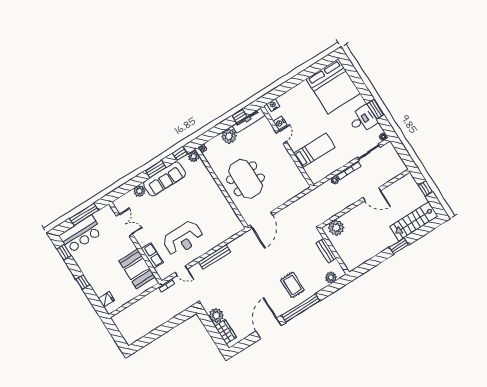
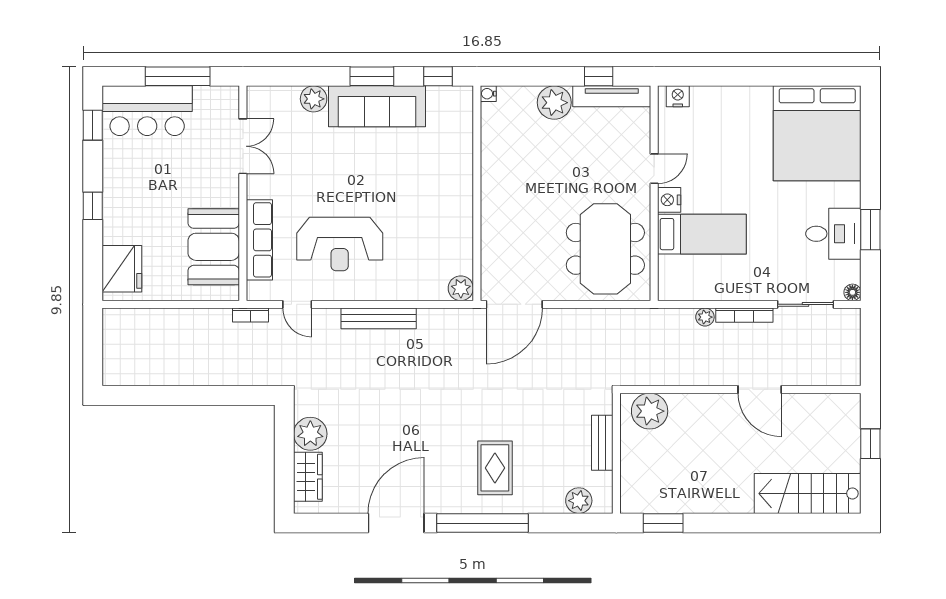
nightstand: (280, 123) -> (669, 200), moved
plant: (194, 156) -> (461, 288), moved
meeting table: (246, 179) -> (605, 249), moved
window: (399, 246) -> (663, 523), moved
row of seats: (152, 256) -> (259, 240), width x1.48
fridge: (106, 300) -> (122, 269), width x1.88, depth x1.34

